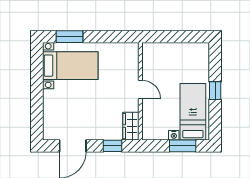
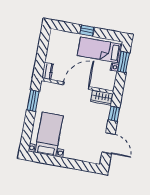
window: (70, 37) -> (33, 101), moved
dresser: (153, 48) -> (48, 71), added
door: (140, 90) -> (76, 86), width x1.87

